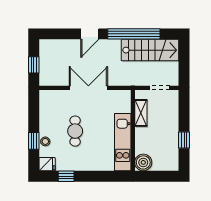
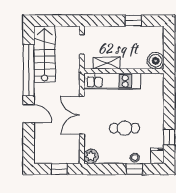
plant: (47, 97) -> (91, 156), added
kitchen unit: (123, 142) -> (112, 81), moved

